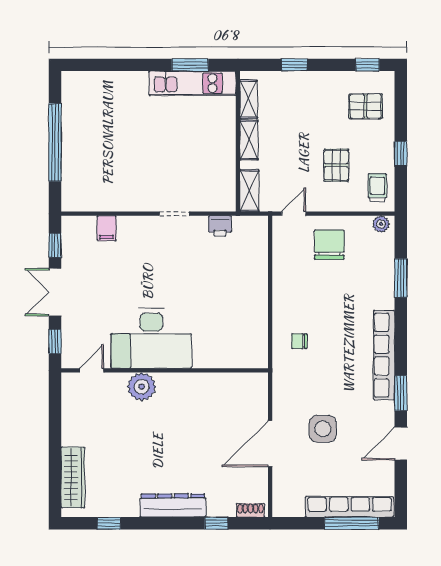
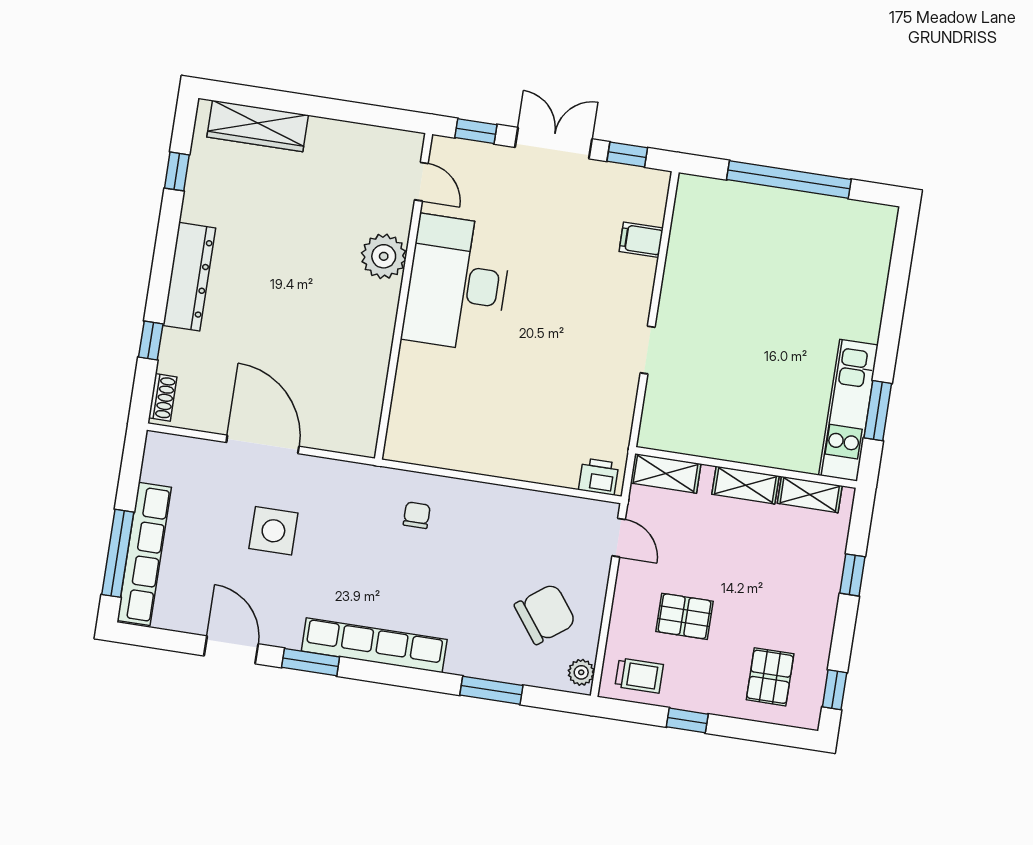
printer: (220, 226) -> (599, 477), moved, turned 90
chair: (329, 245) -> (545, 614), moved, turned -37

